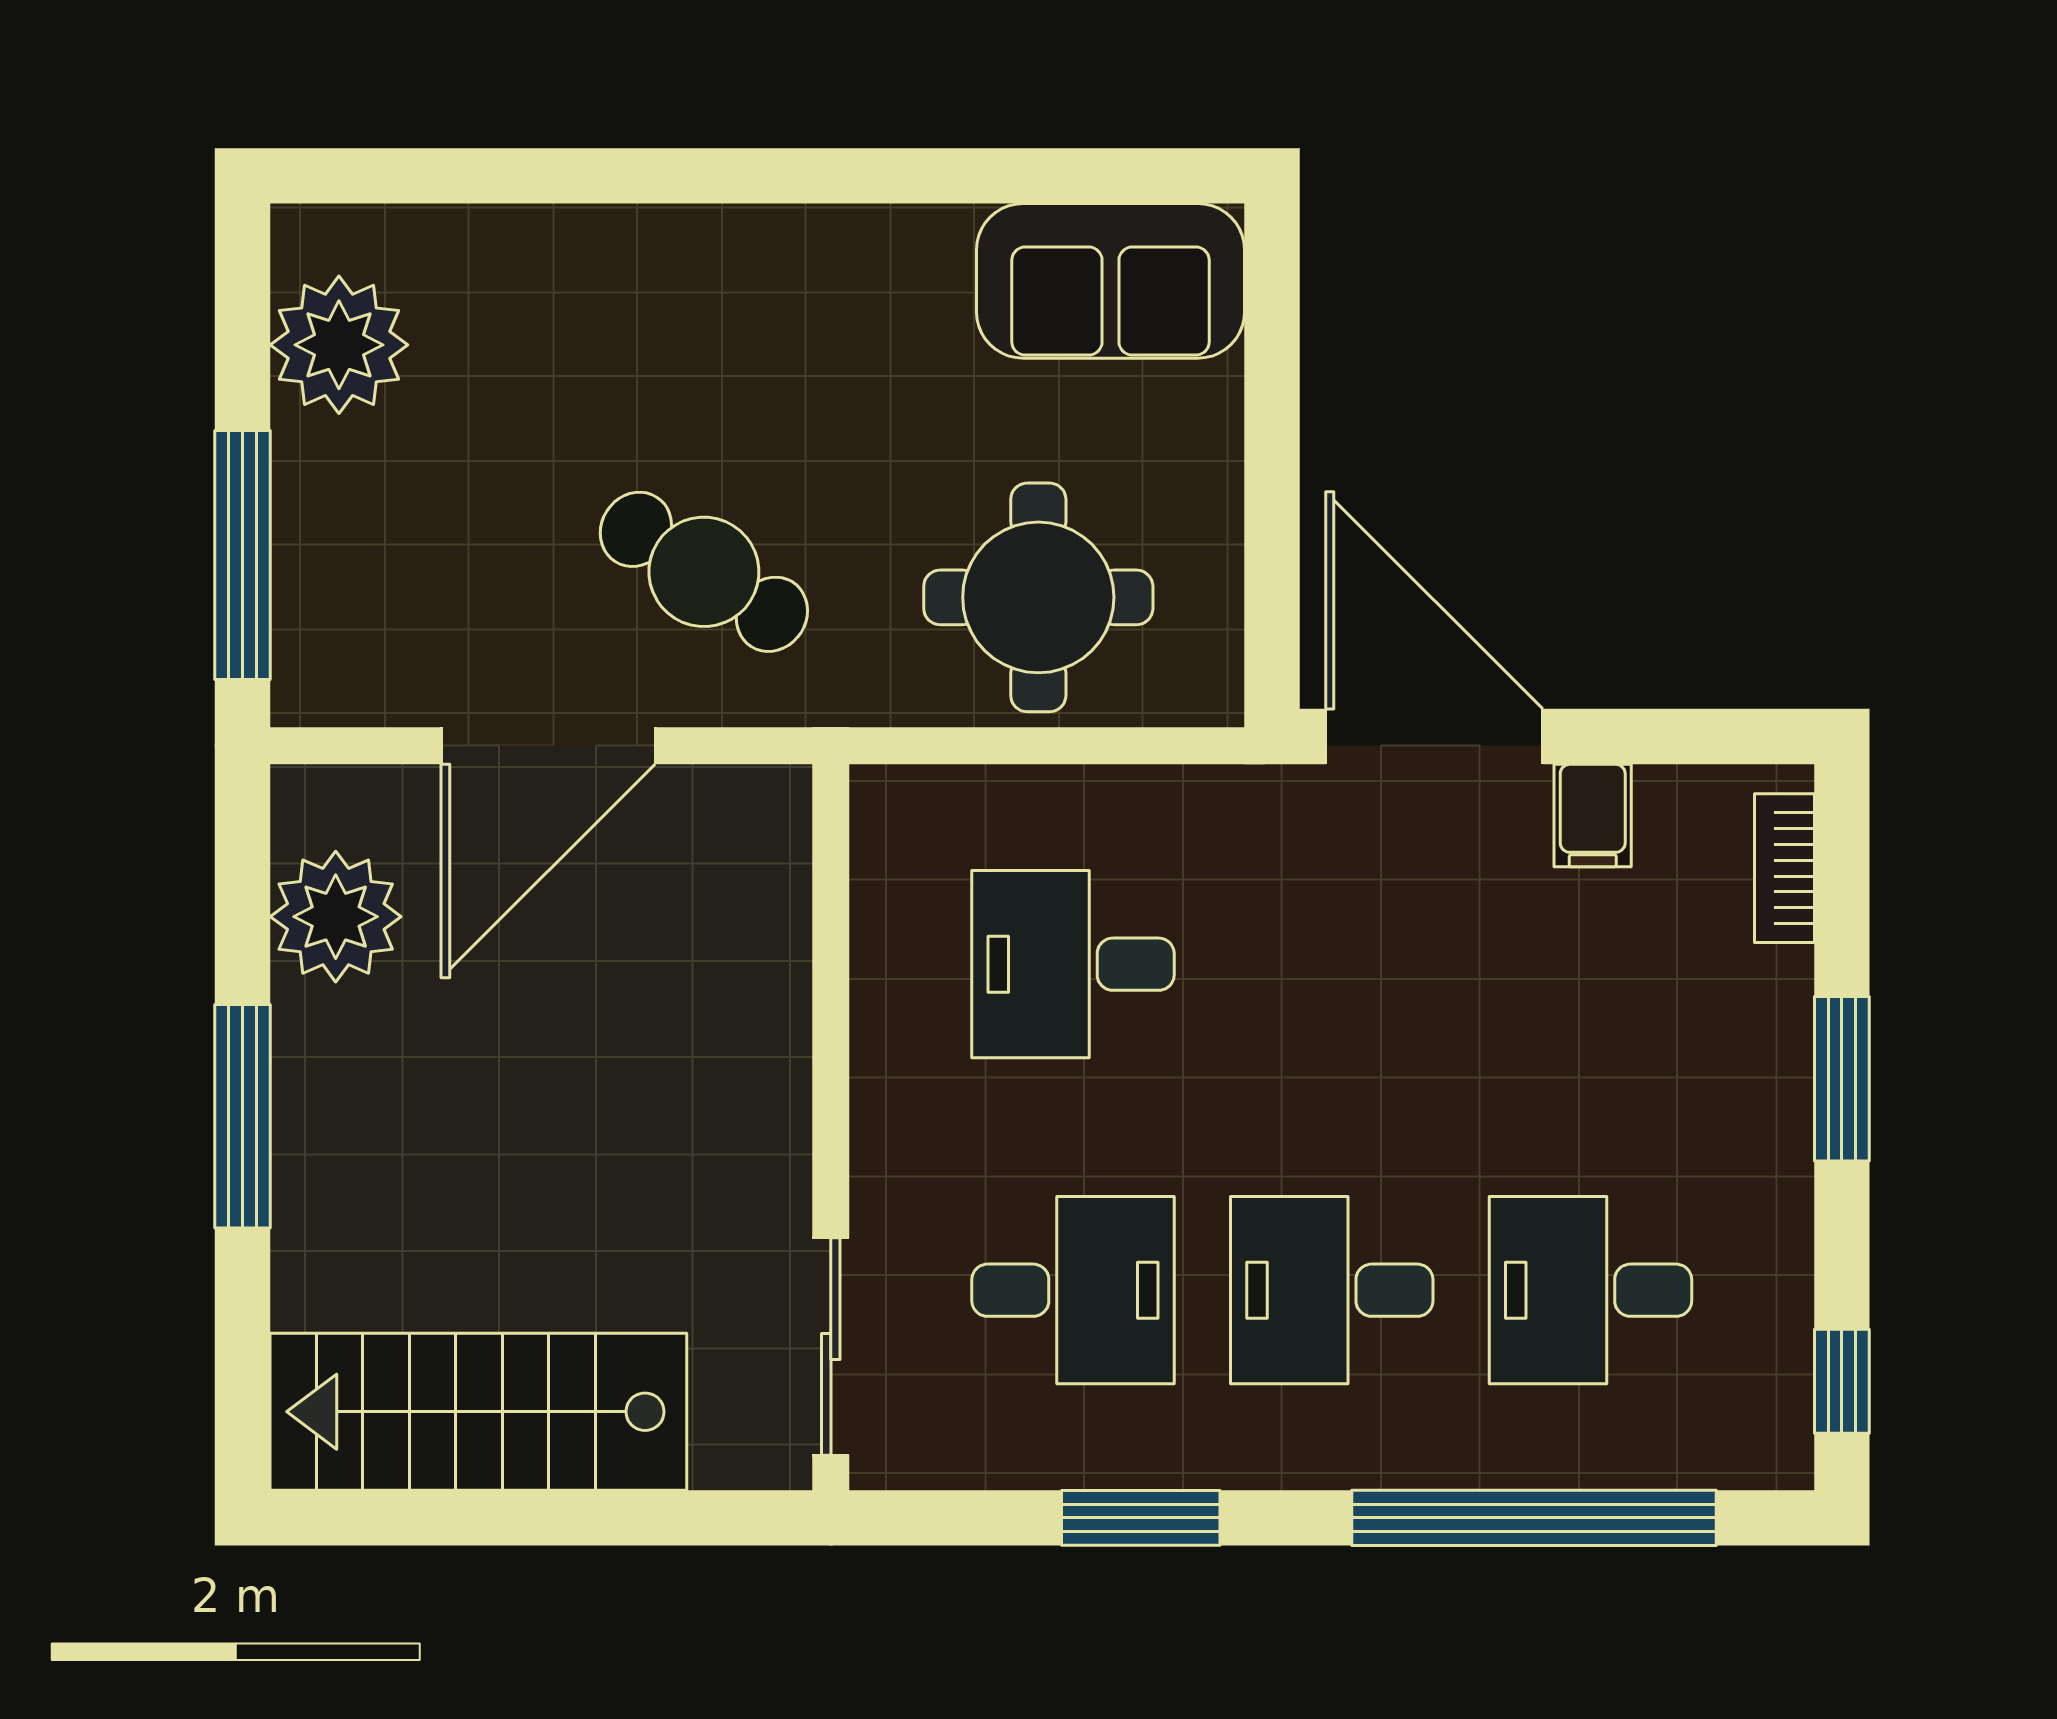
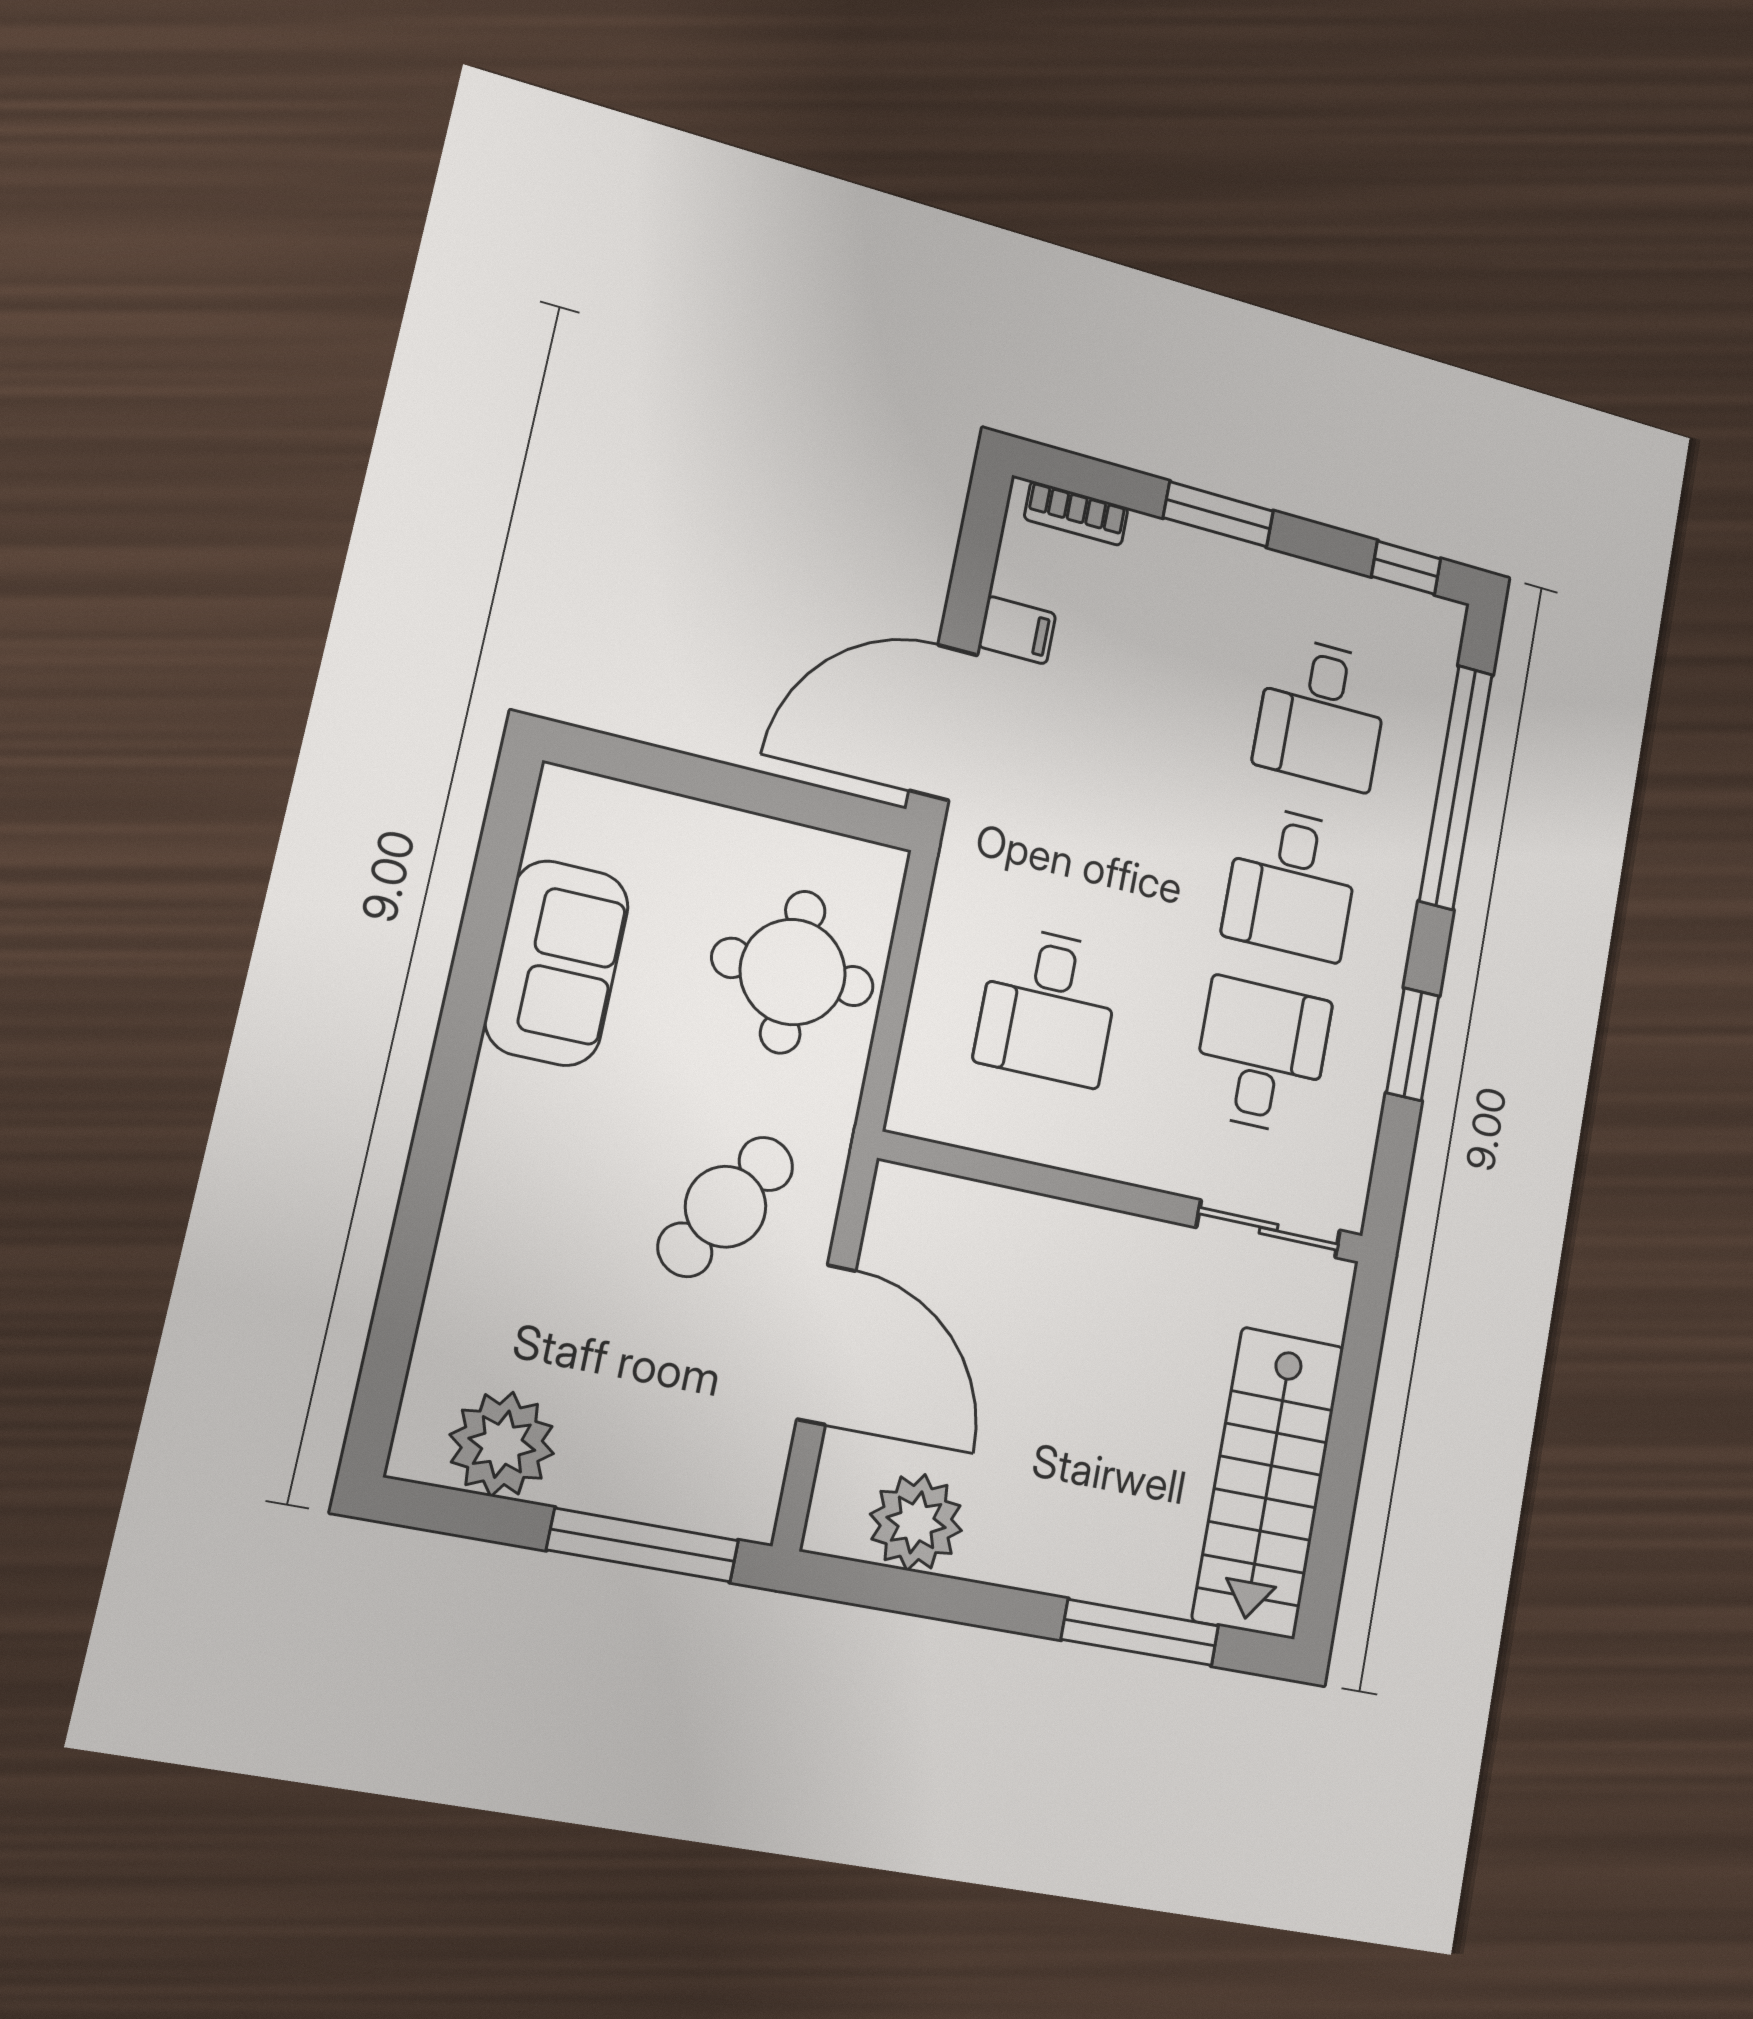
sofa: (1111, 281) -> (557, 963), moved
window: (242, 1116) -> (1140, 1633), moved

